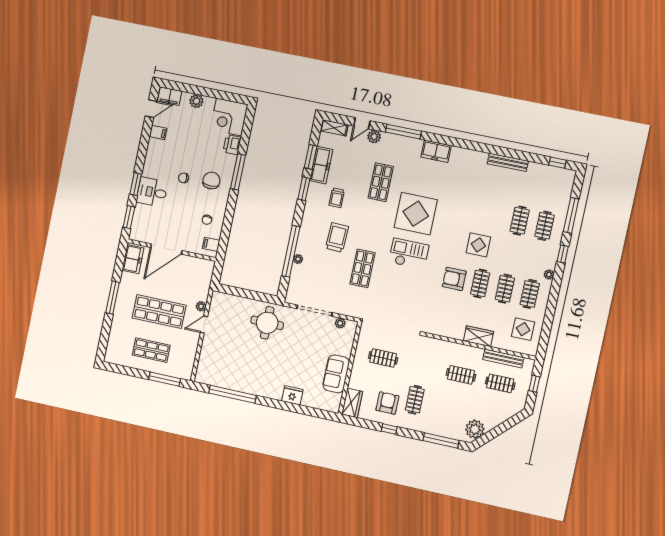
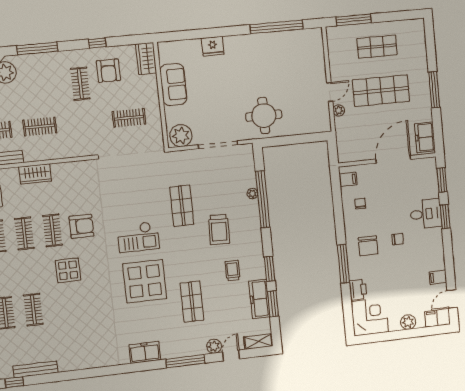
filing cabinet: (170, 96) -> (431, 319), width x0.50
bench: (508, 162) -> (35, 369), moved
plant: (340, 323) -> (181, 136), width x1.88, depth x1.88

